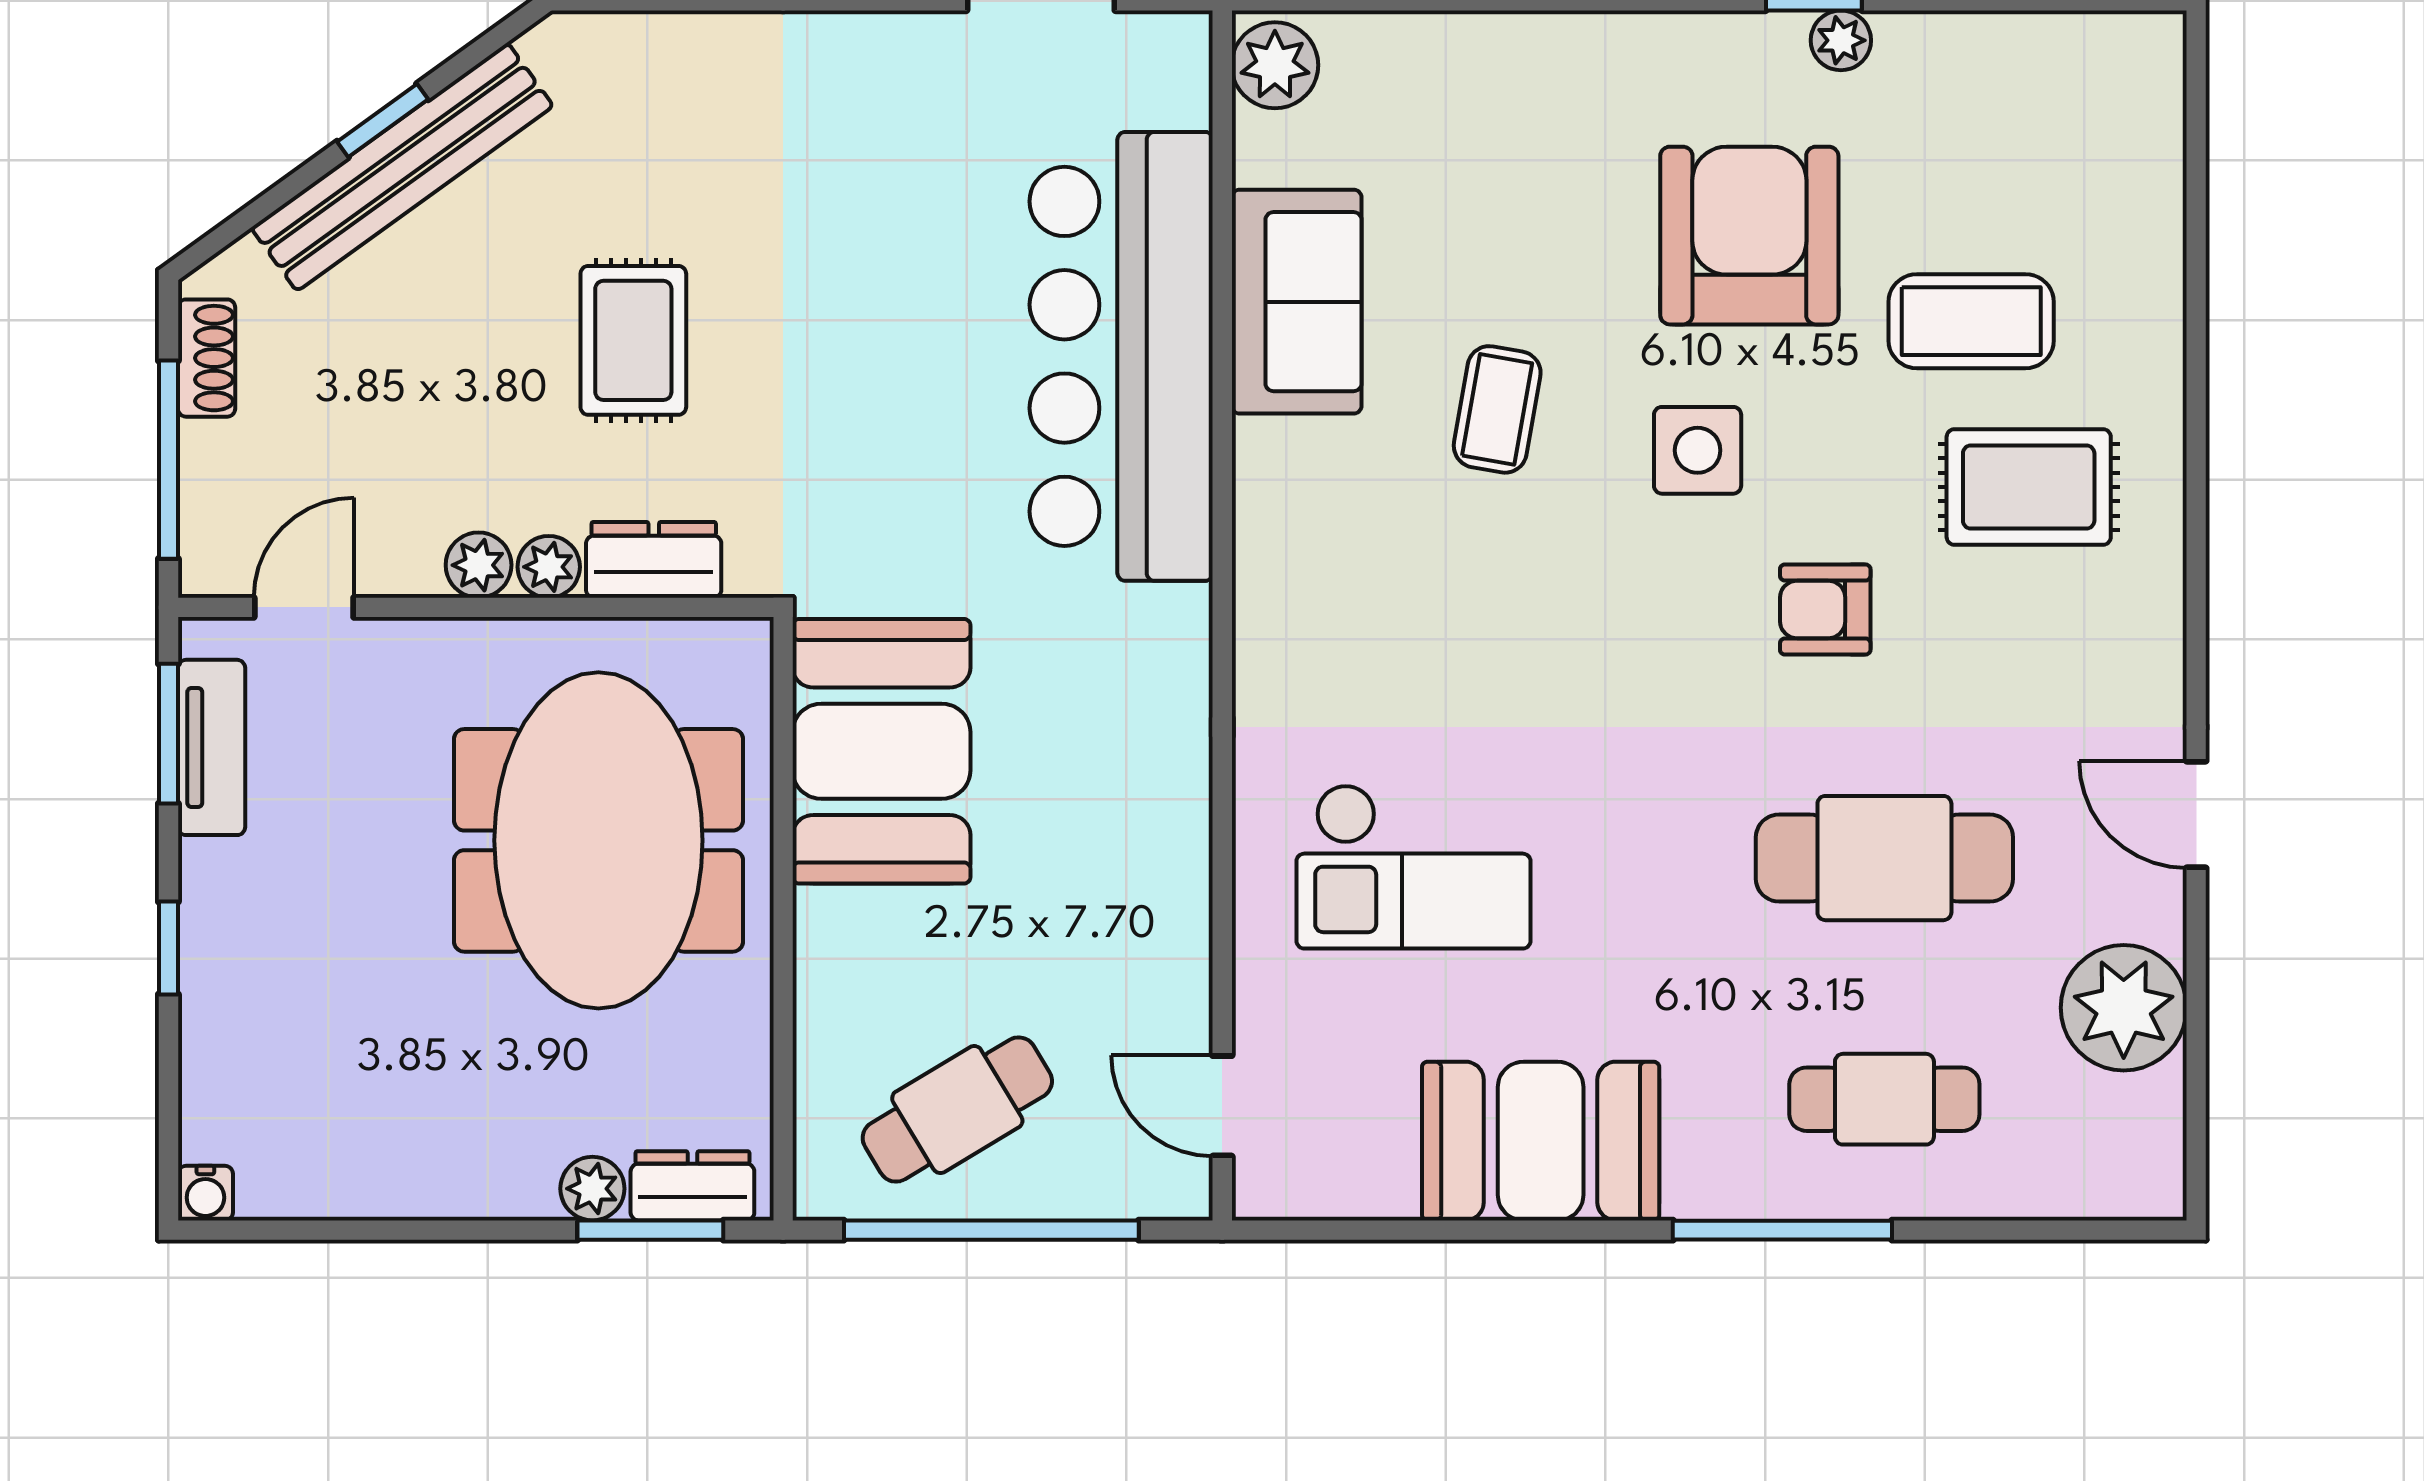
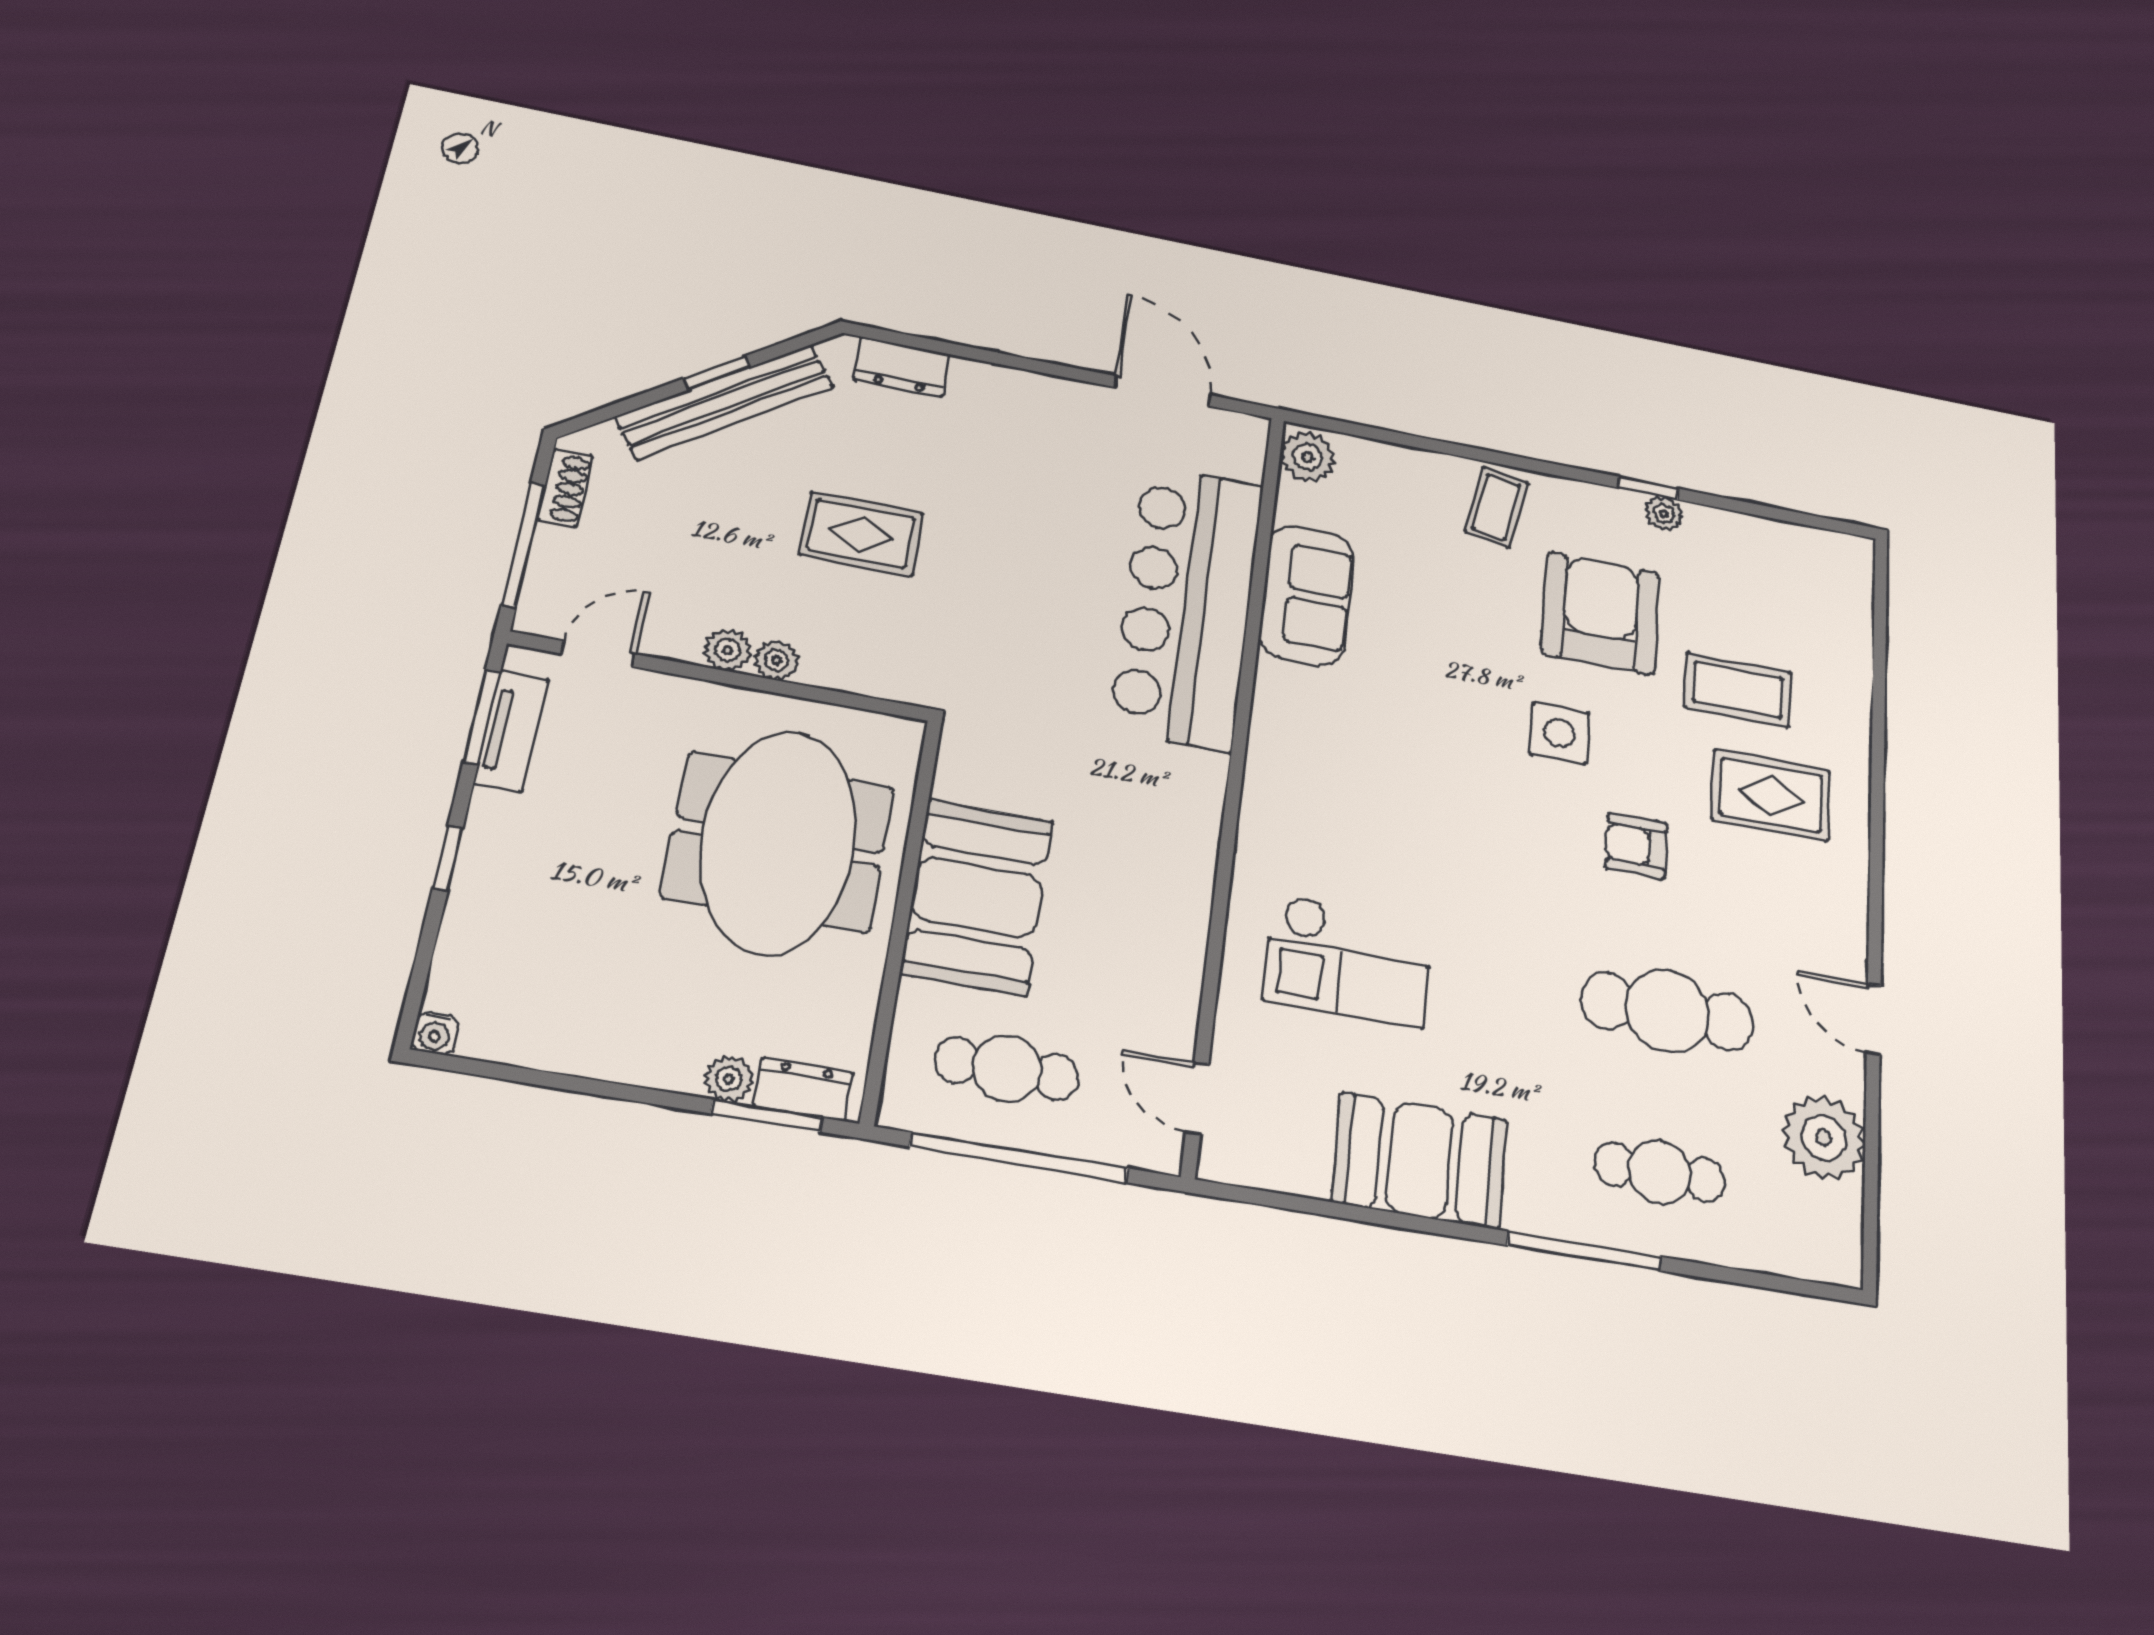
rug: (633, 340) -> (861, 534), turned 90
coffee table: (1497, 409) -> (1496, 507), moved
dresser: (654, 560) -> (902, 367), moved, turned 180
booth: (882, 751) -> (977, 897), moved
cafe table: (957, 1110) -> (1007, 1069), turned 31

